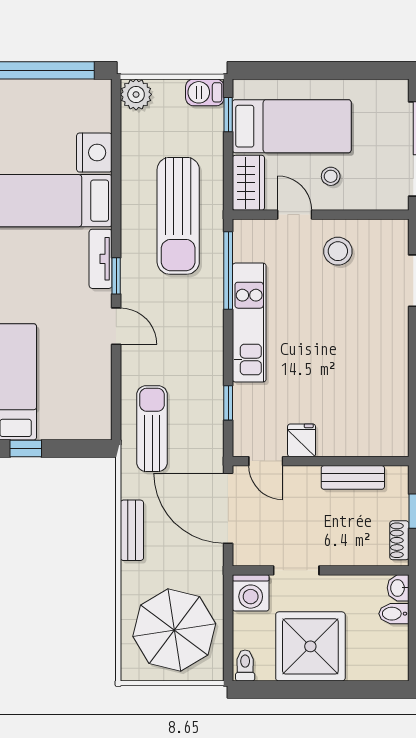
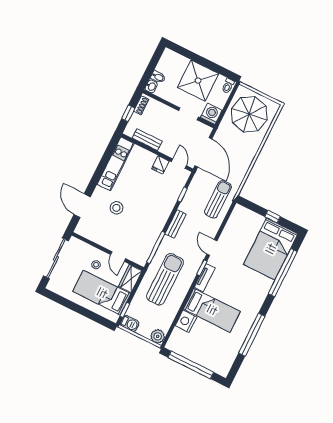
stool: (338, 251) -> (116, 208), moved
kitchen unit: (249, 323) -> (116, 164), moved, turned 180
sun lounger: (152, 429) -> (218, 199), turned 180
bench: (132, 530) -> (176, 224), moved

